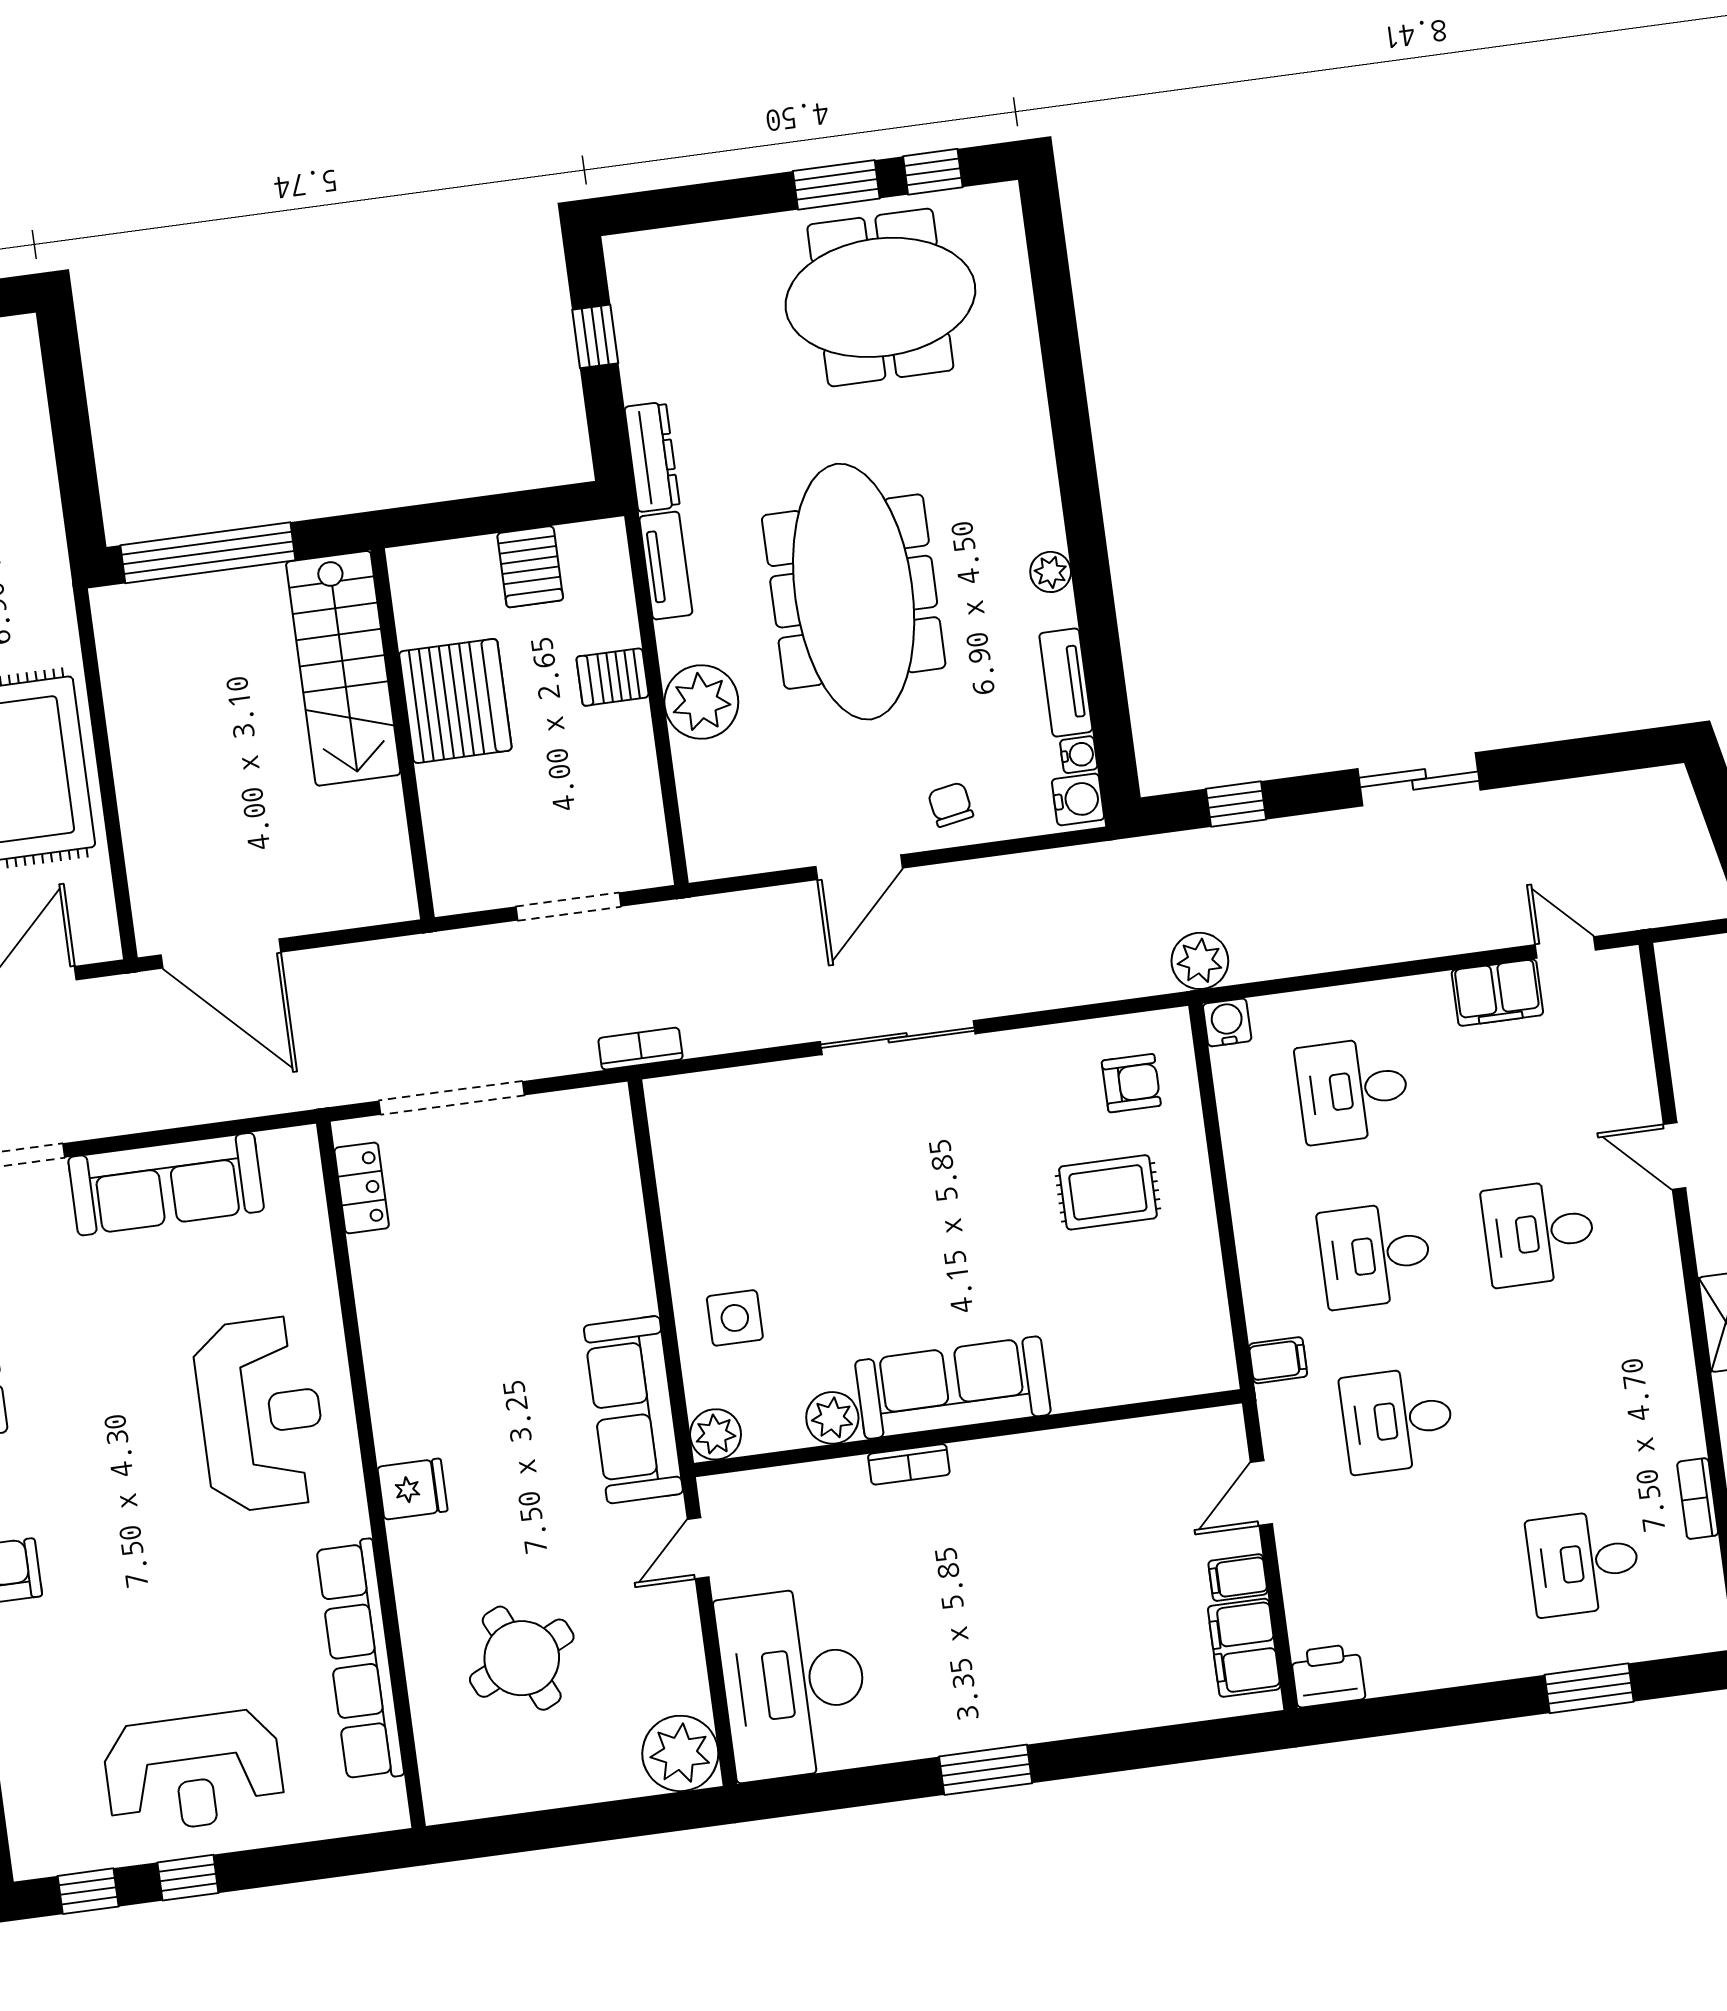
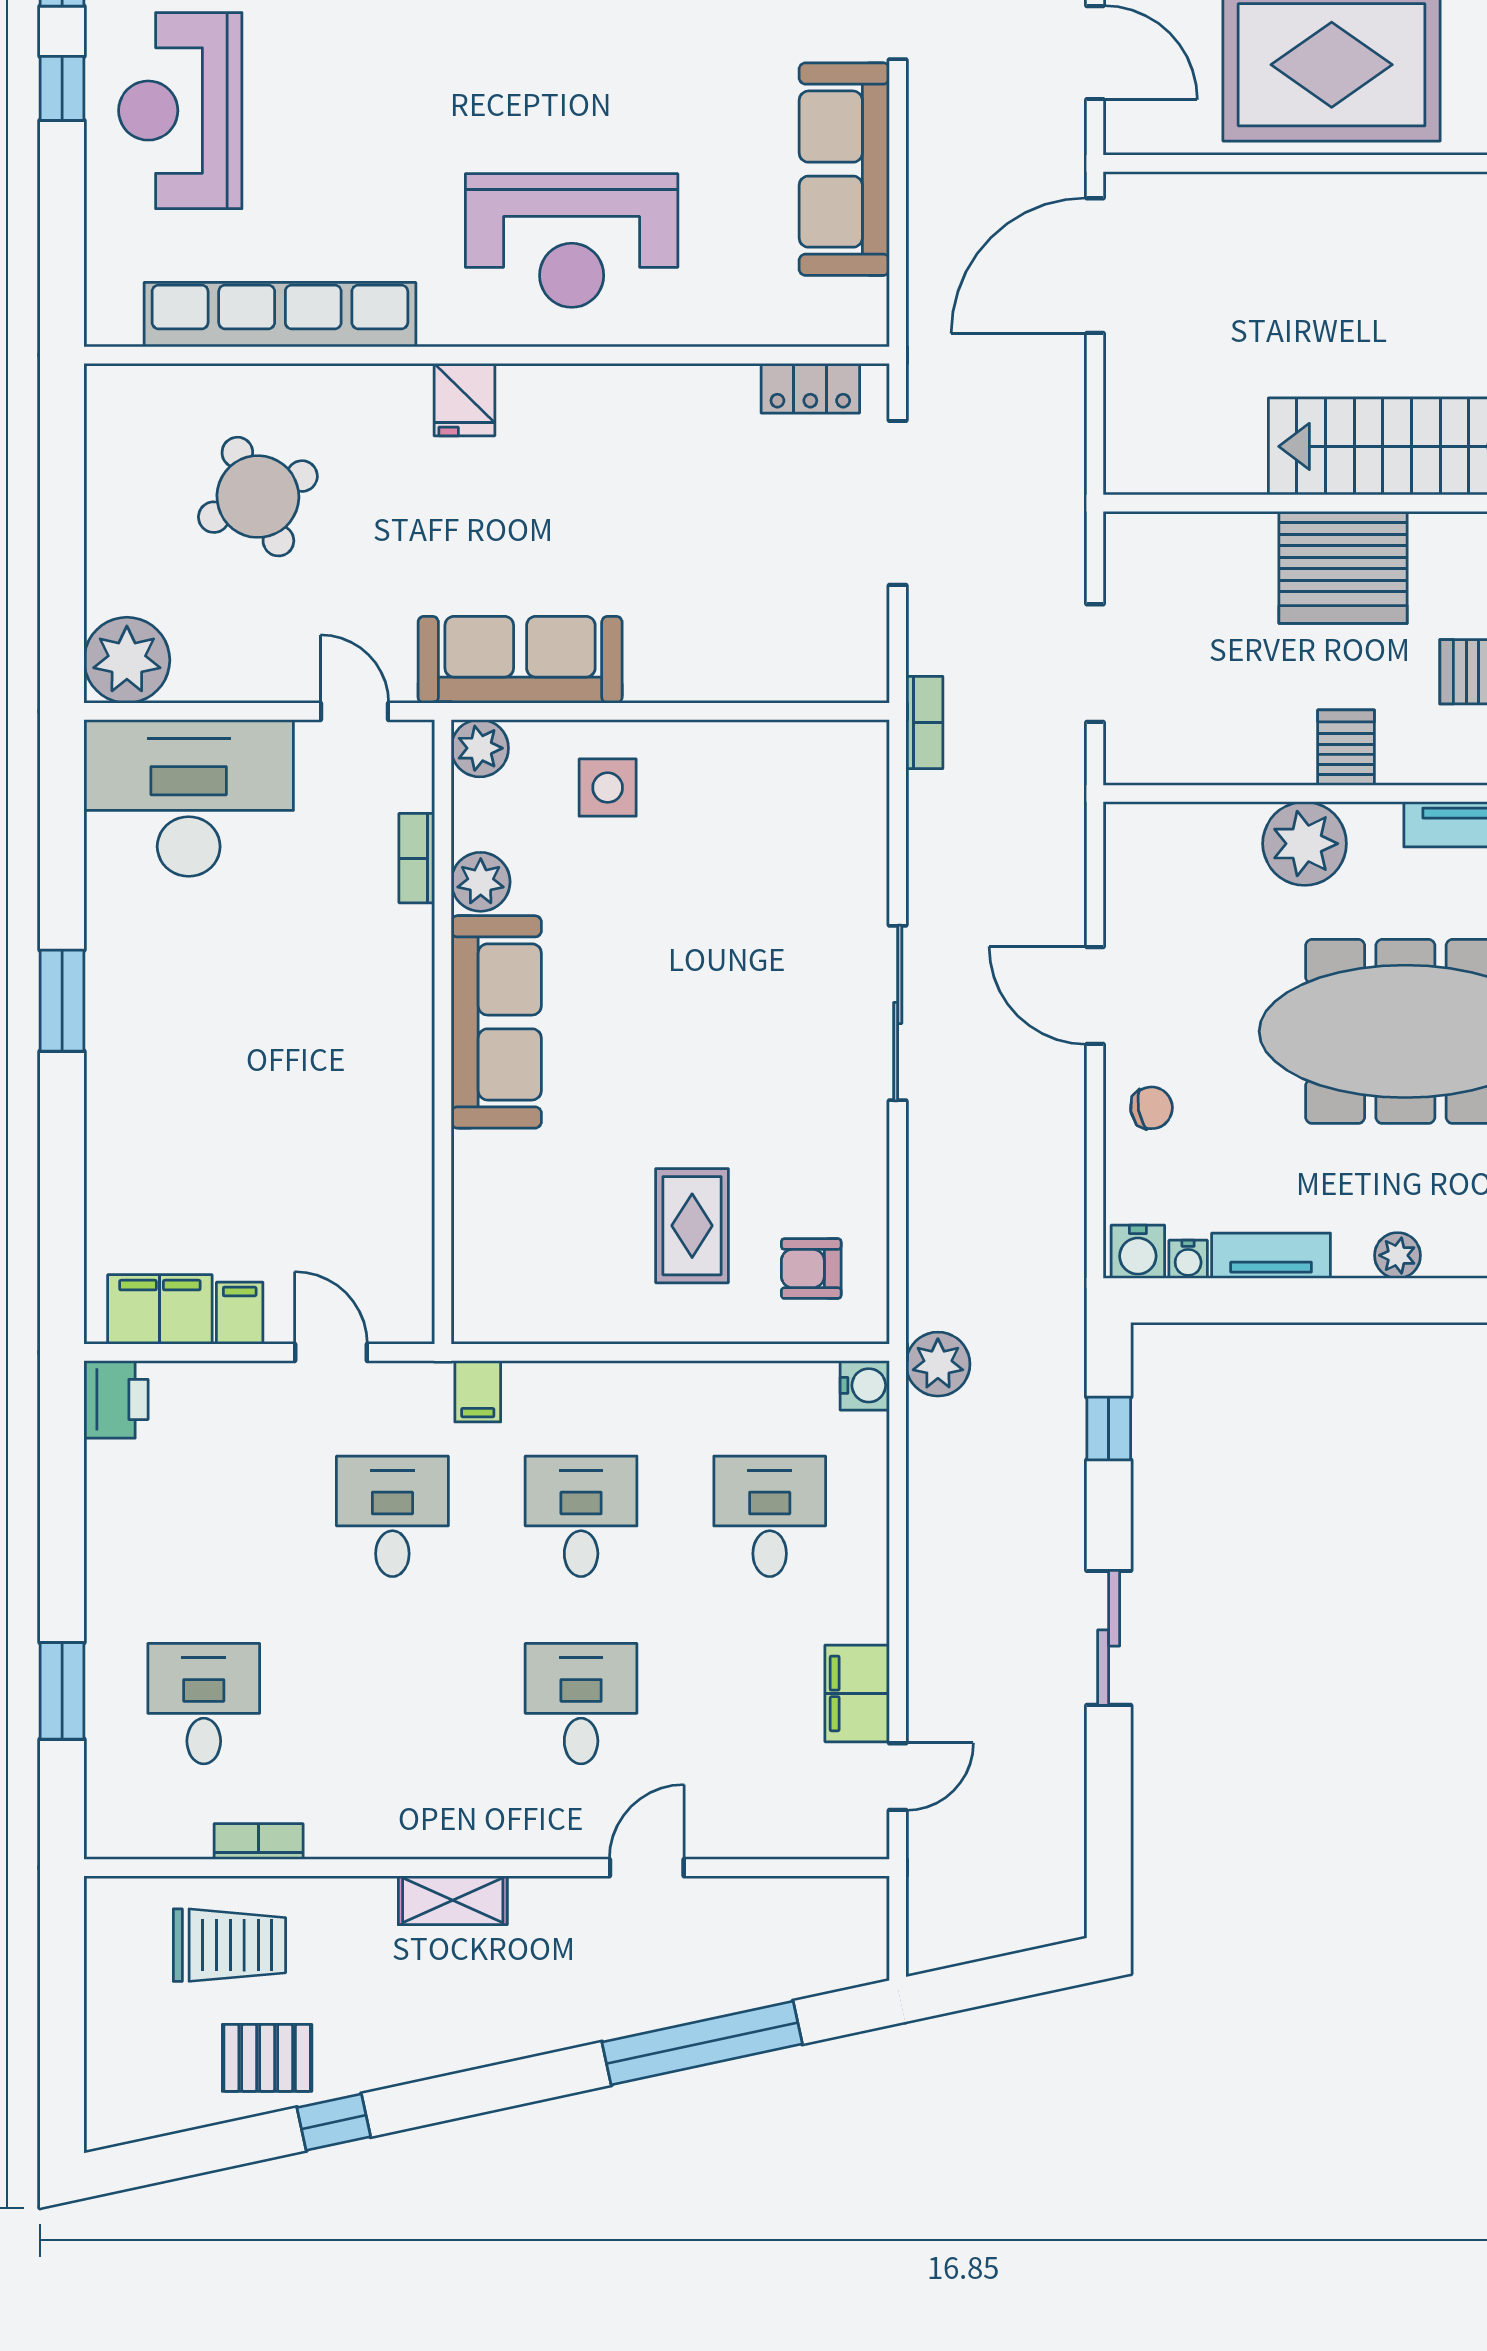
armchair: (1131, 1083) -> (811, 1269), turned 90
bookcase: (909, 1464) -> (417, 858), moved

